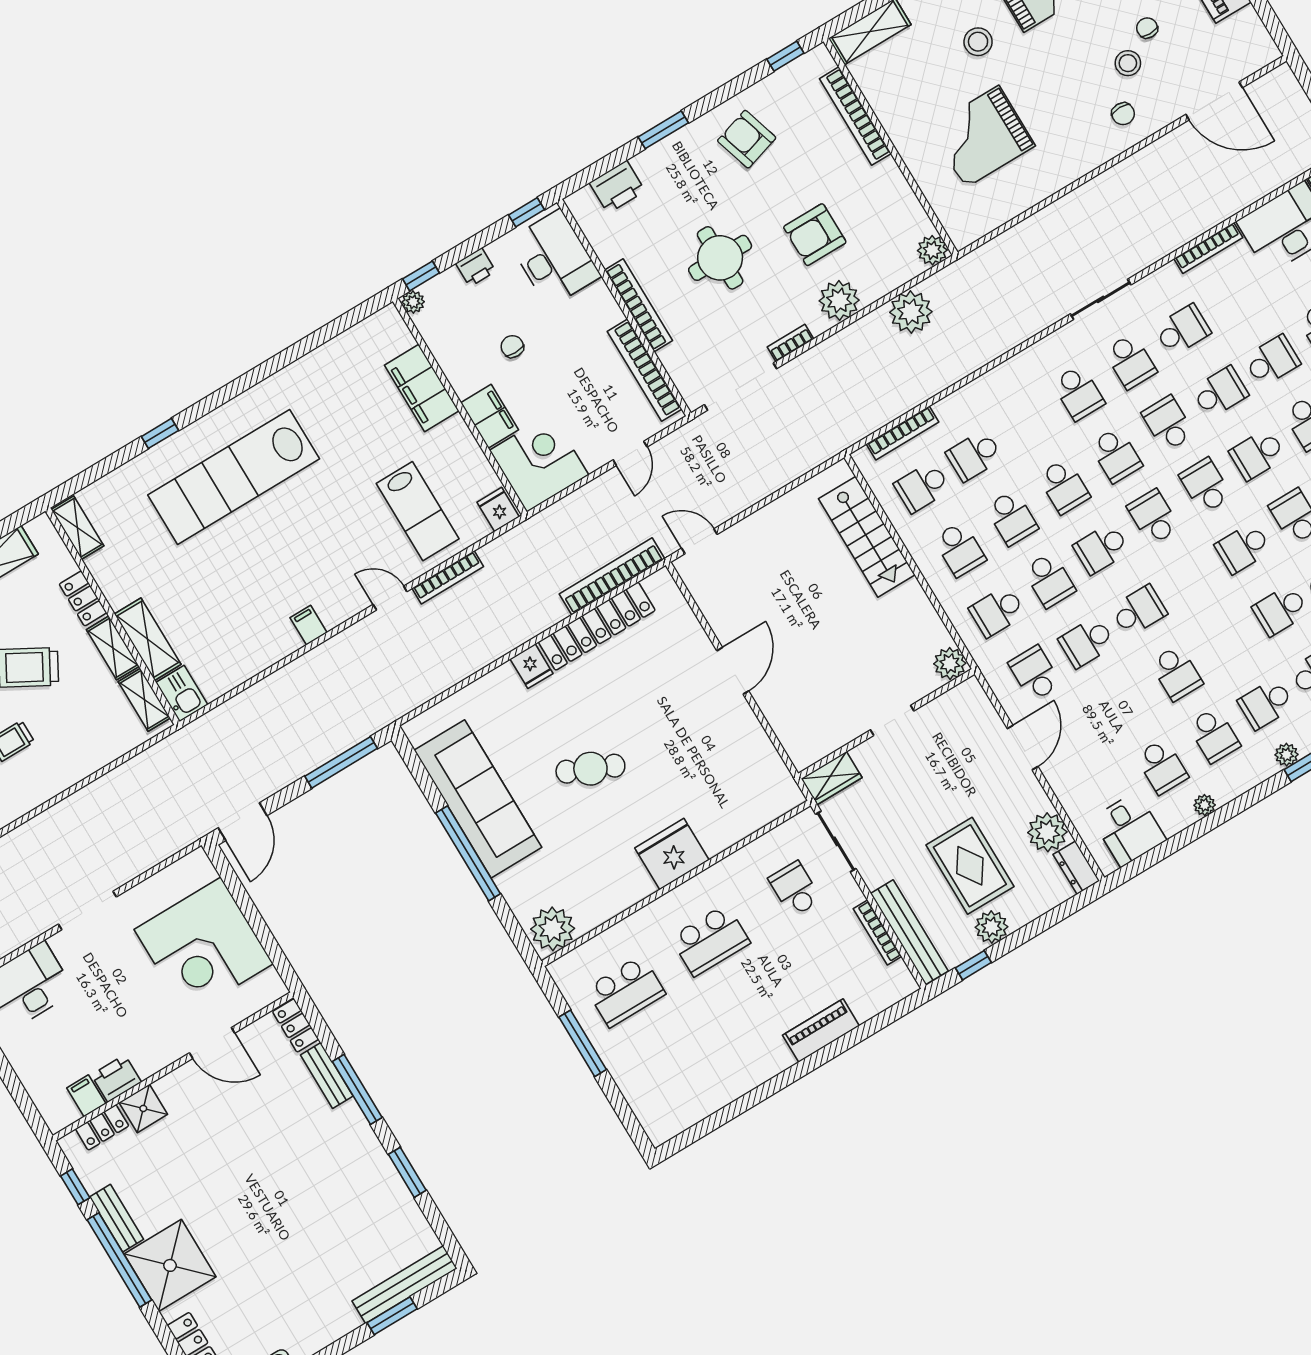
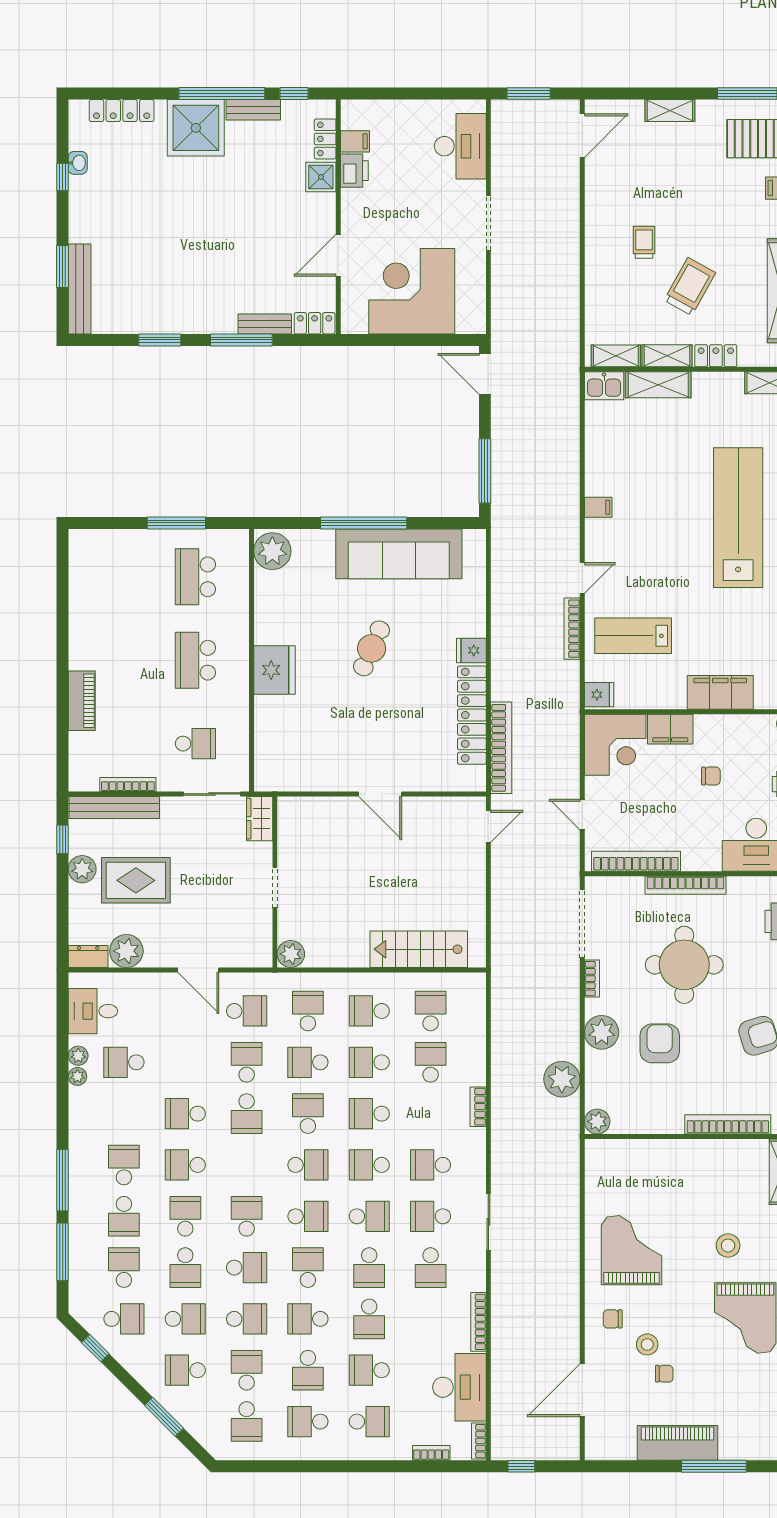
grand piano: (982, 137) -> (631, 1250), moved
round table: (720, 258) -> (684, 965), width x1.36, depth x1.36
bookcase: (902, 433) -> (478, 1107), moved, width x0.64
school desk: (1214, 735) -> (185, 1165), moved
plant: (1286, 755) -> (78, 1056), moved

